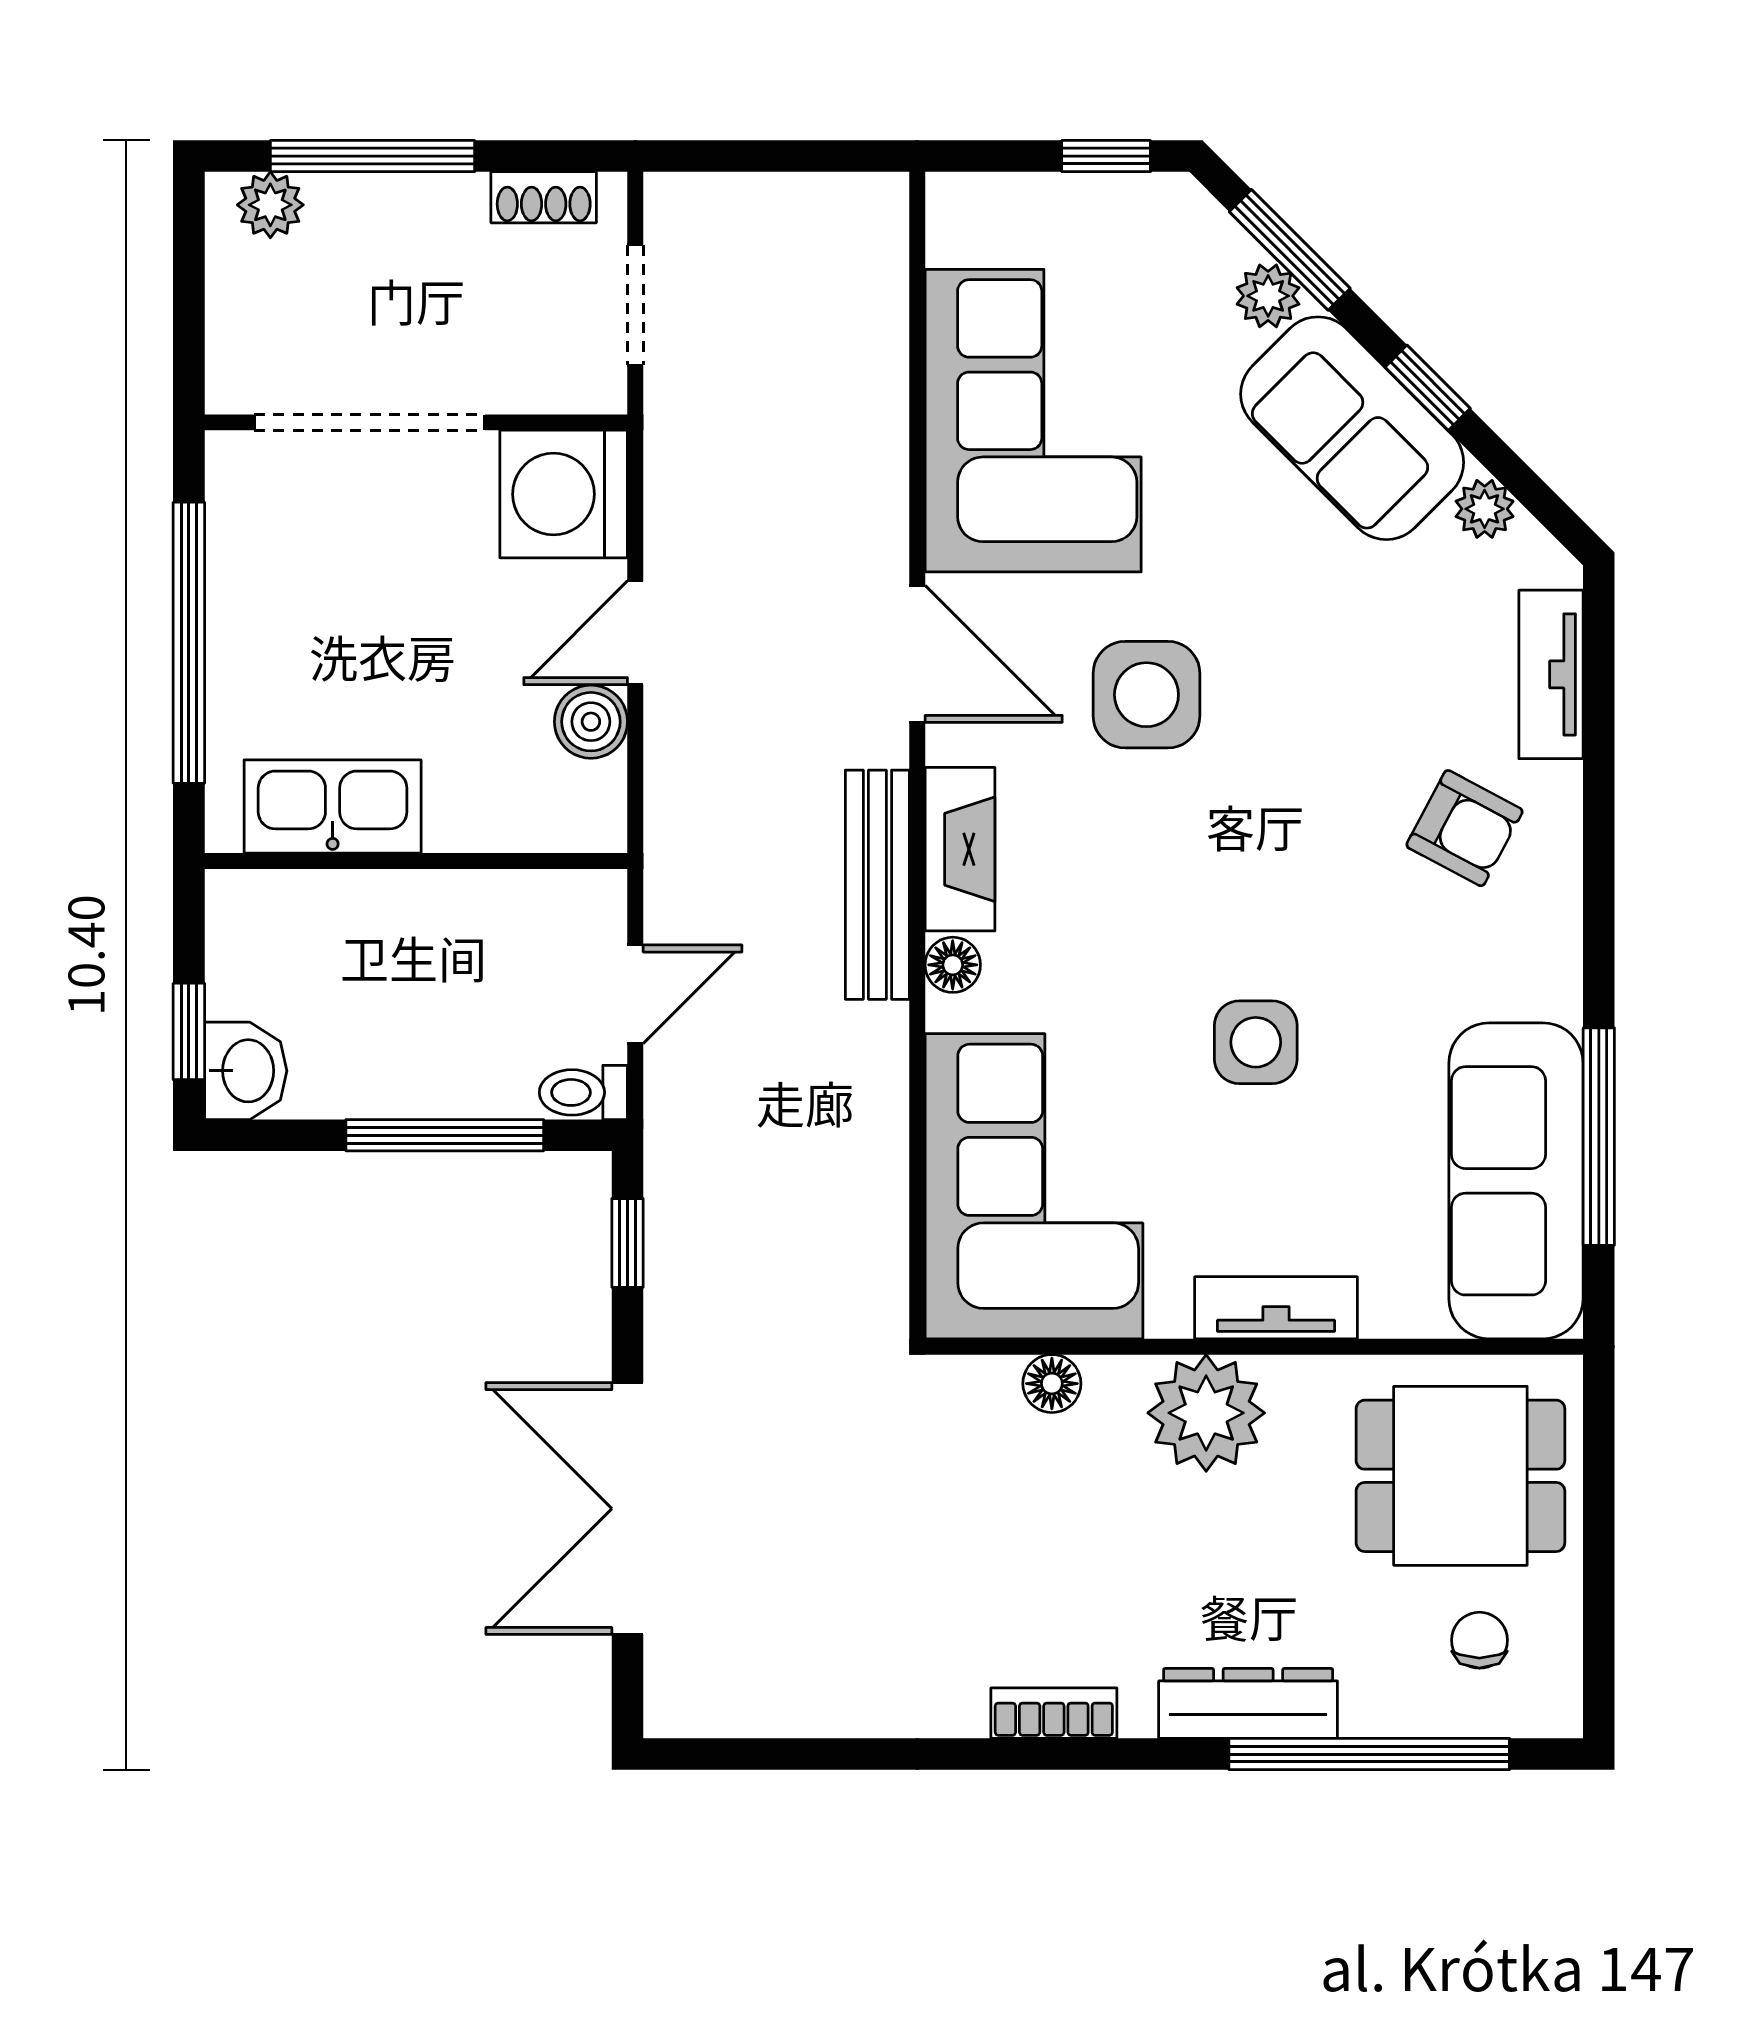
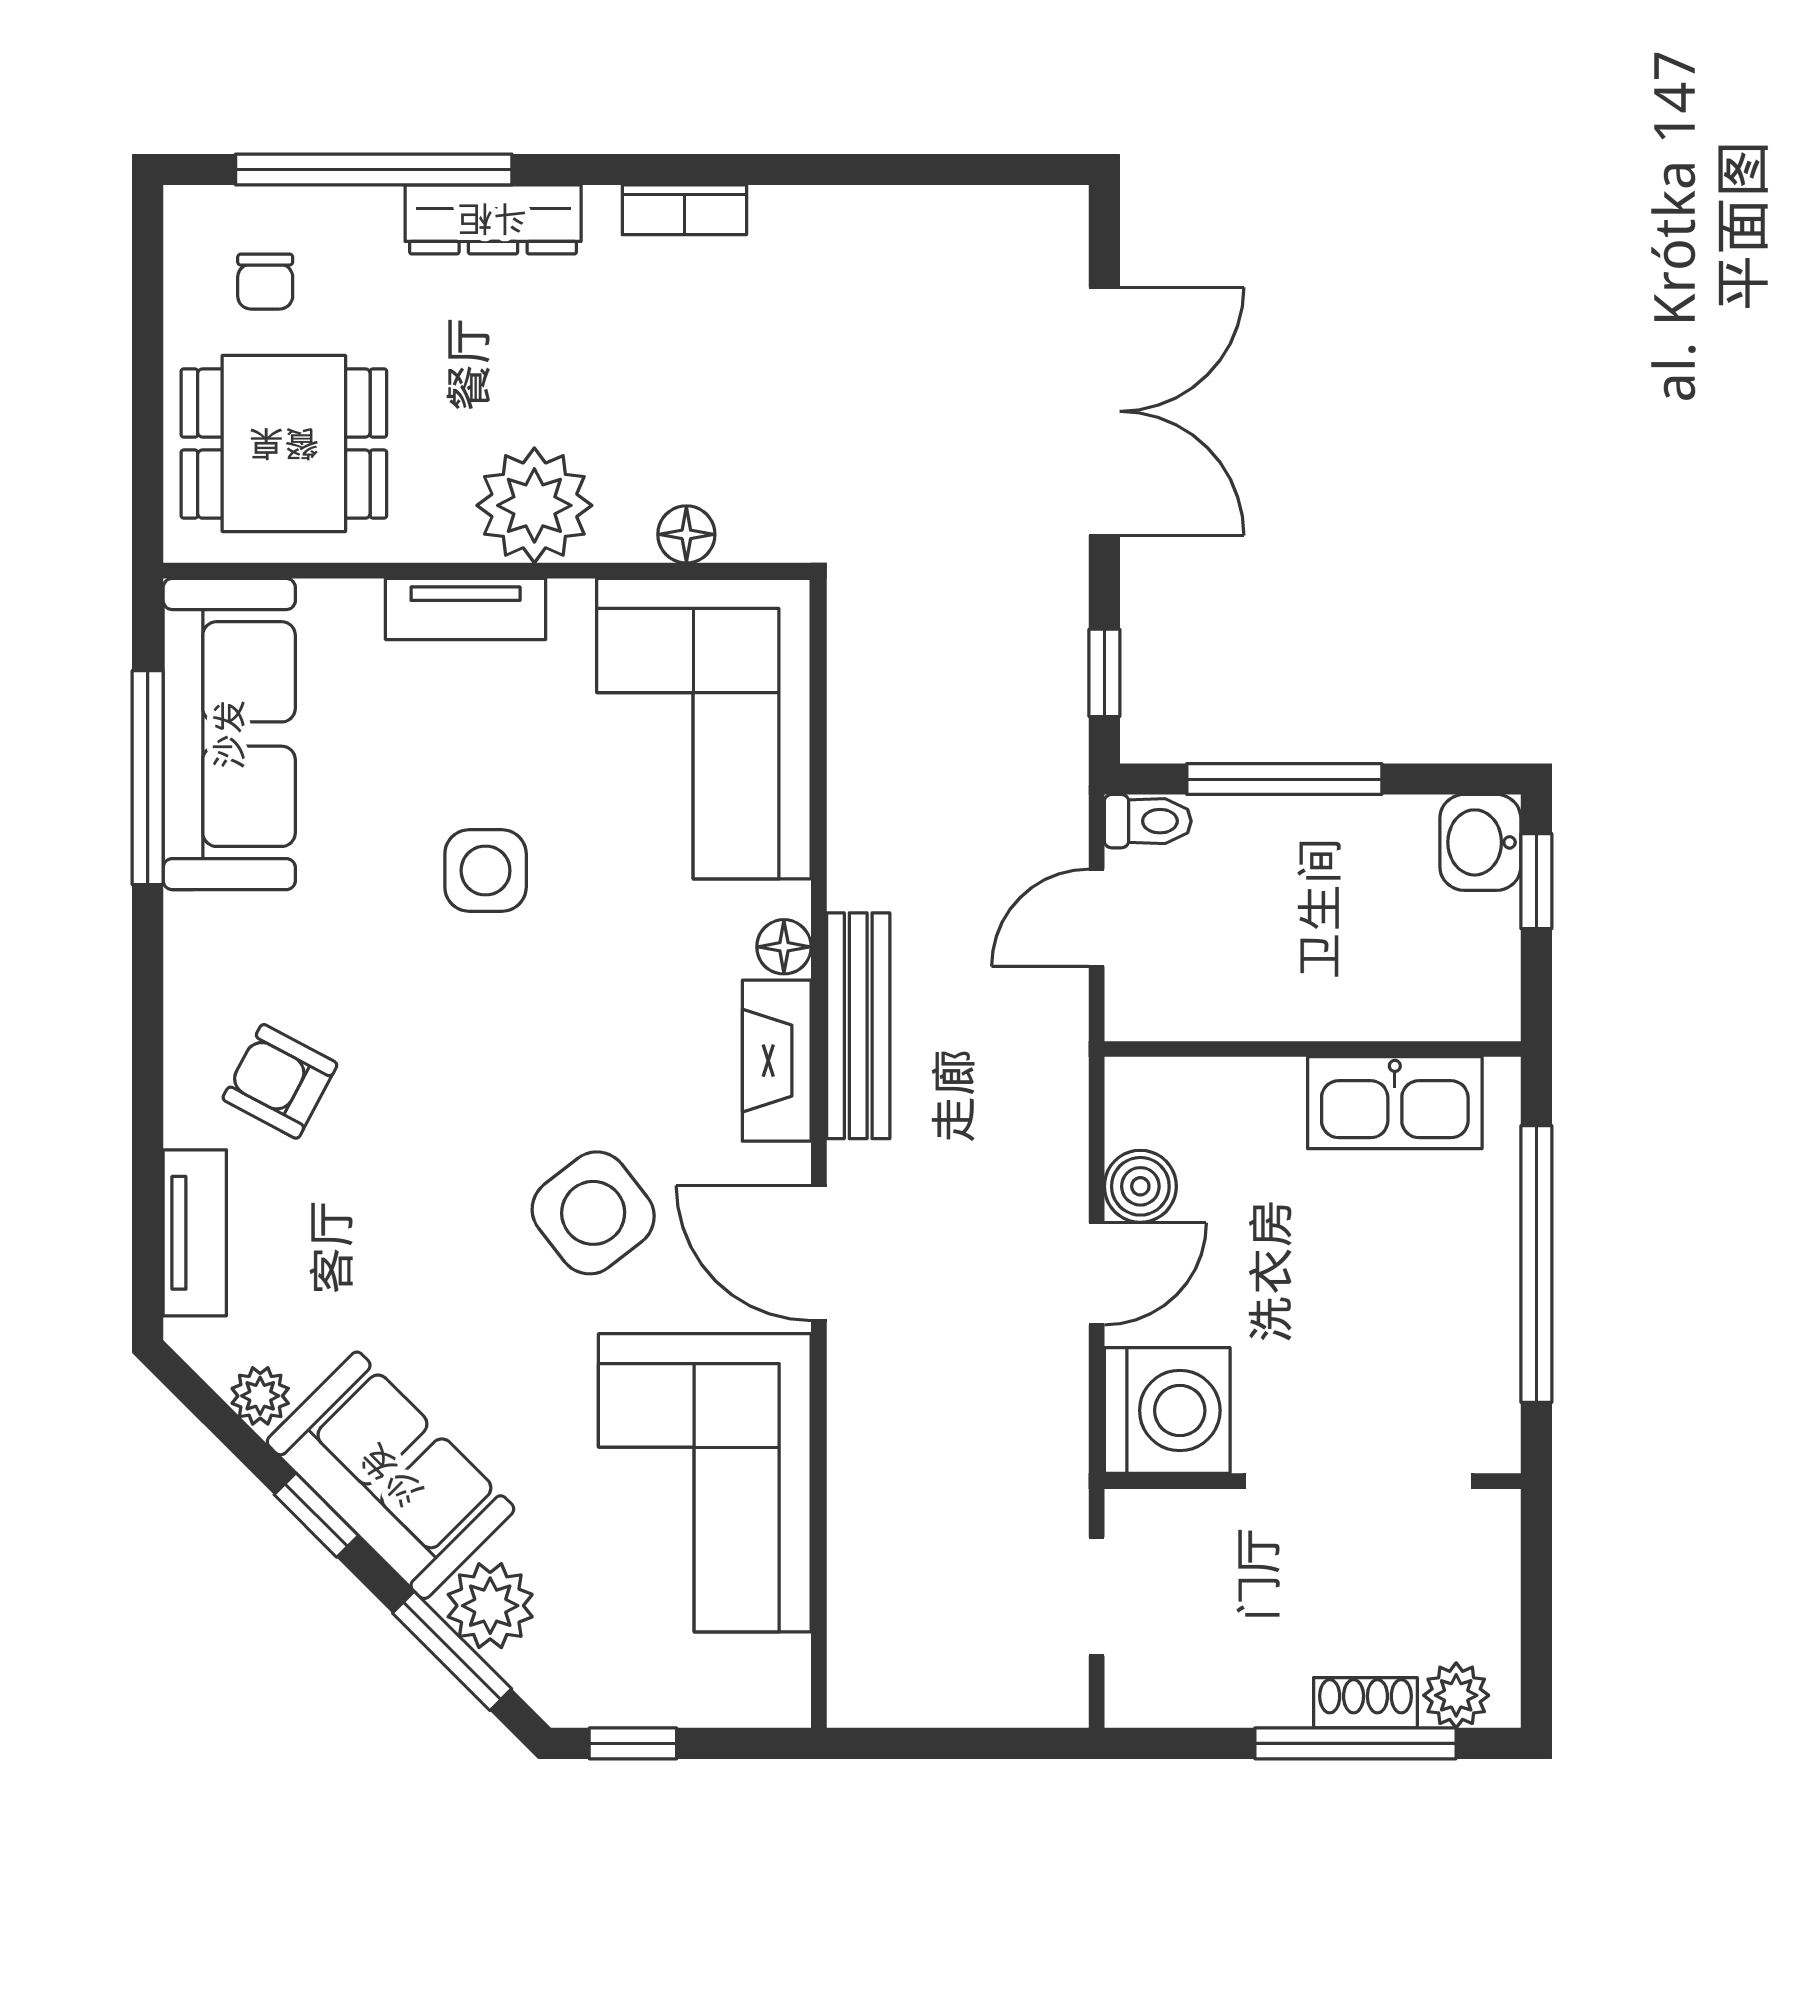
shoe rack: (544, 197) -> (1365, 1703), moved
plant: (1268, 296) -> (490, 1606), width x1.38, depth x1.38
side table: (1146, 695) -> (593, 1213), turned -38

